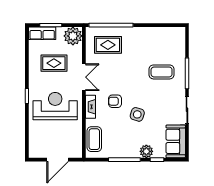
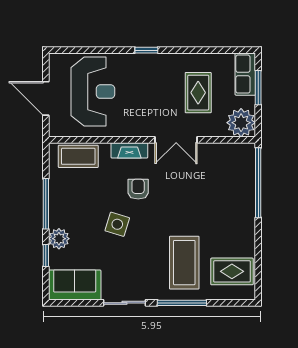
rug: (108, 45) -> (232, 271), moved, turned 90
coffee table: (162, 72) -> (184, 263), width x1.36, depth x1.32
reception desk: (55, 106) -> (93, 92), moved

